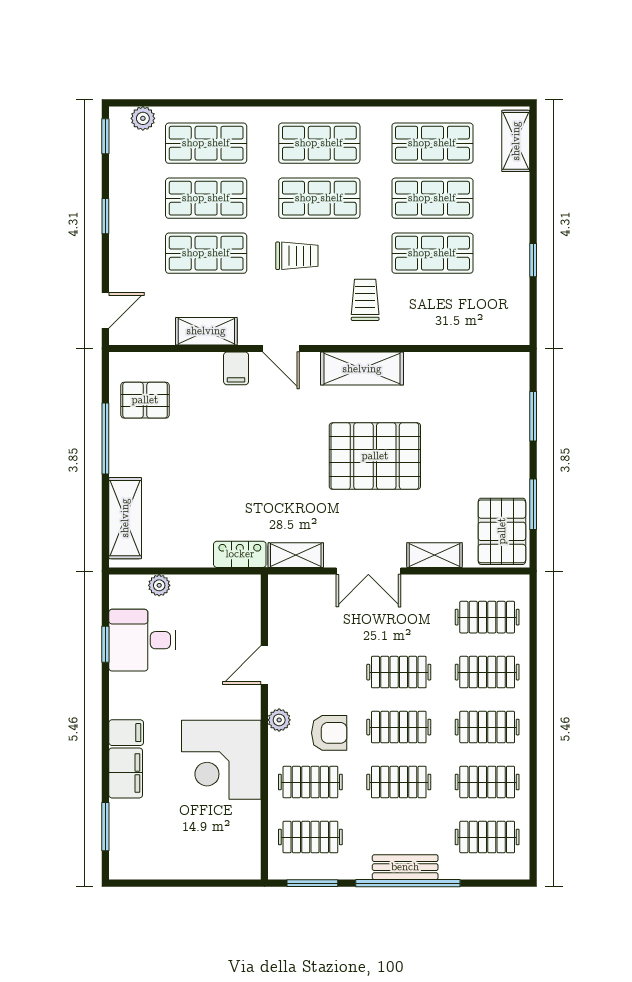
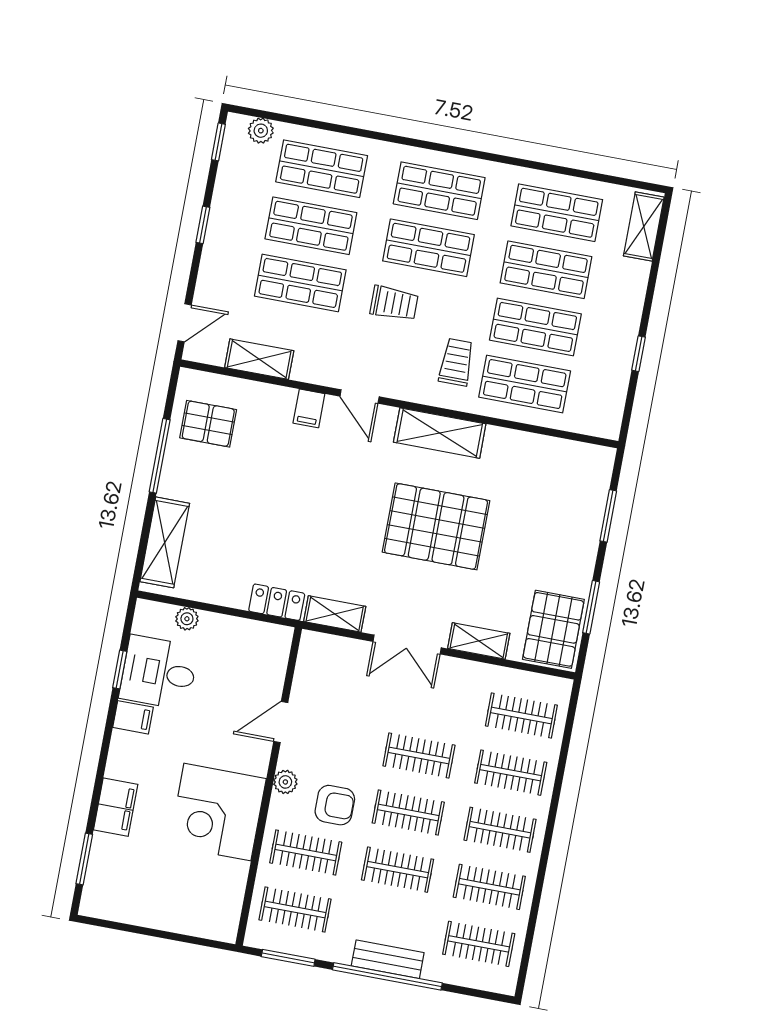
shop shelf: (432, 308) -> (525, 384), added
shelving: (206, 331) -> (259, 359), moved
filing cabinet: (126, 733) -> (133, 717), moved

